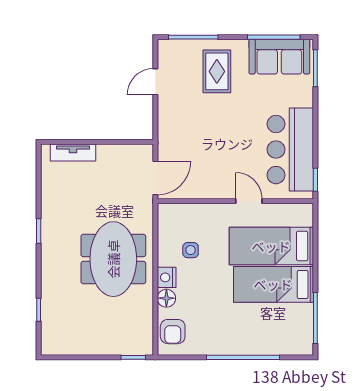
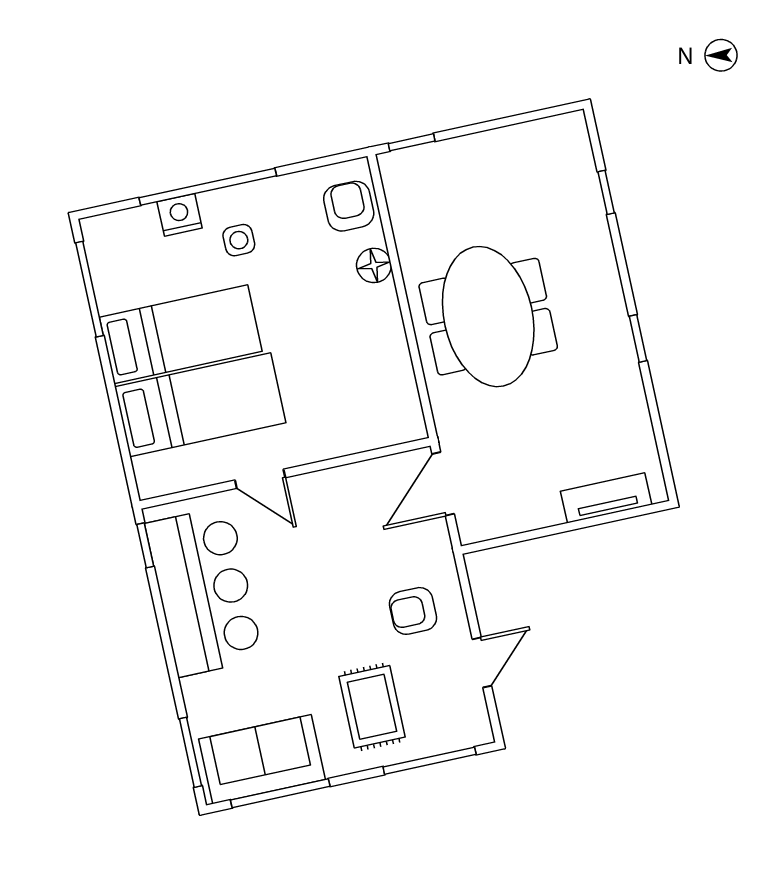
armchair: (185, 116) -> (413, 611), added
side table: (191, 250) -> (239, 240), moved
nightstand: (167, 277) -> (180, 215), moved, turned -90

